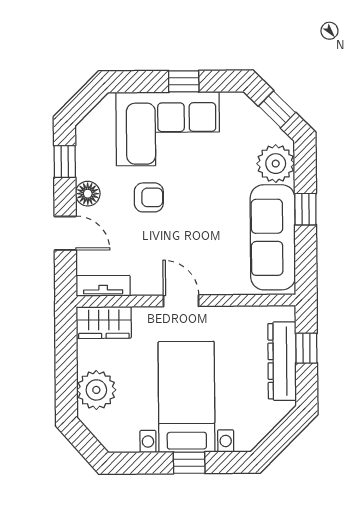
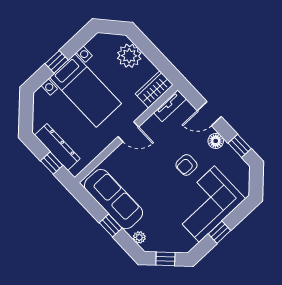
plant: (276, 164) -> (139, 237), width x0.53, depth x0.53

